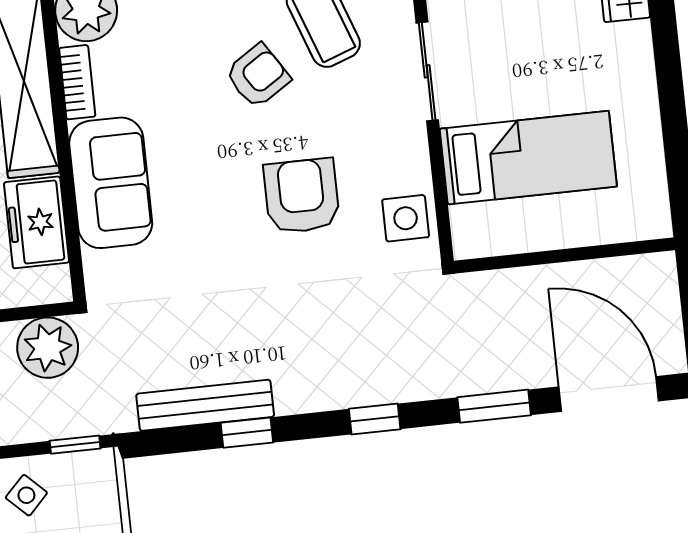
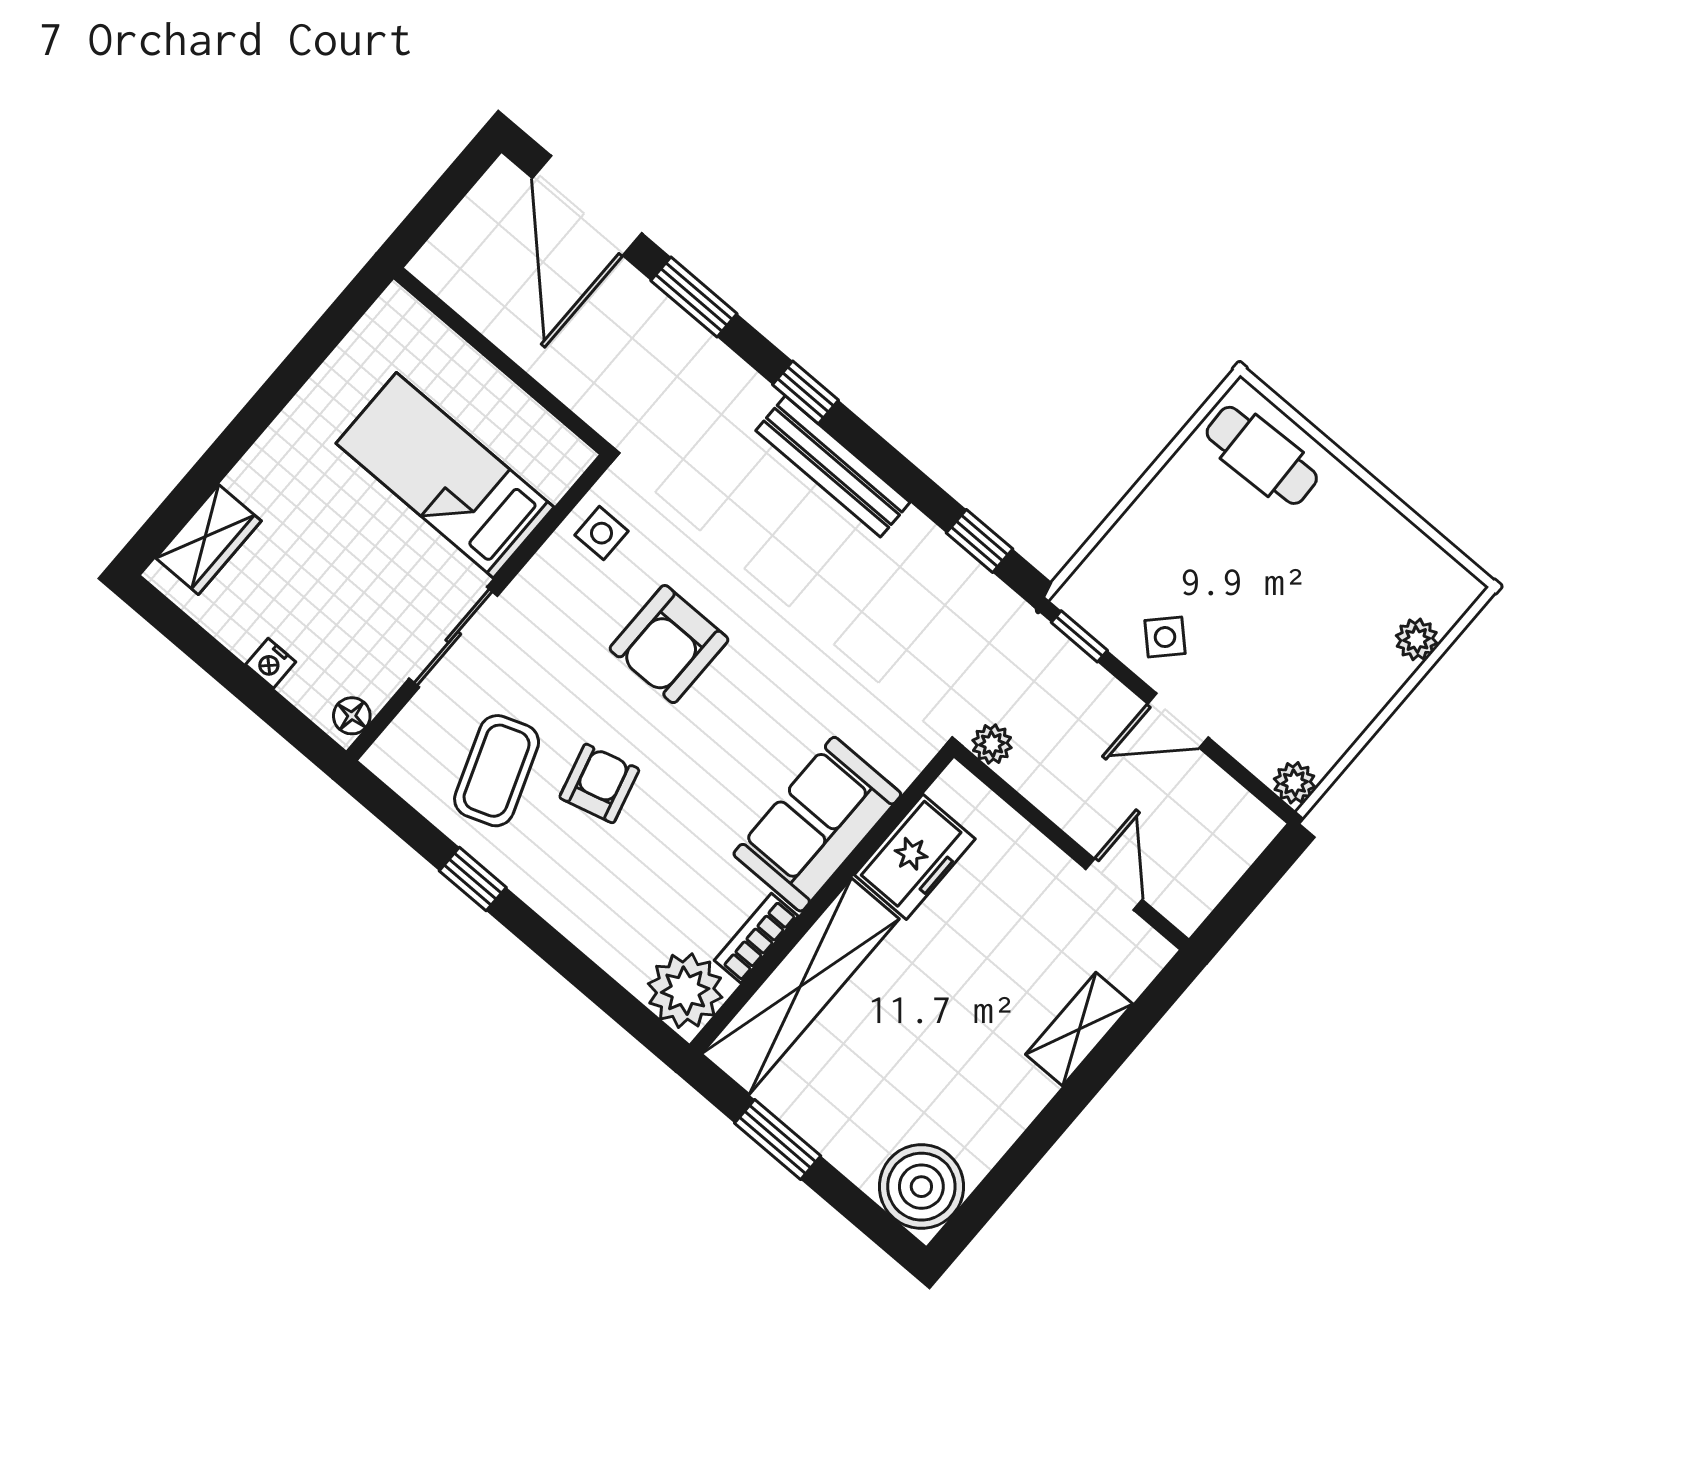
armchair: (258, 76) -> (599, 783), turned 108
side table: (406, 218) -> (602, 533), width x0.73, depth x0.73
plant: (48, 348) -> (992, 744), width x0.53, depth x0.53
bench: (205, 405) -> (833, 466), moved
window: (247, 433) -> (980, 541), moved

